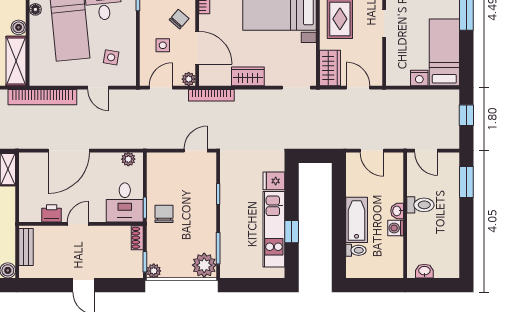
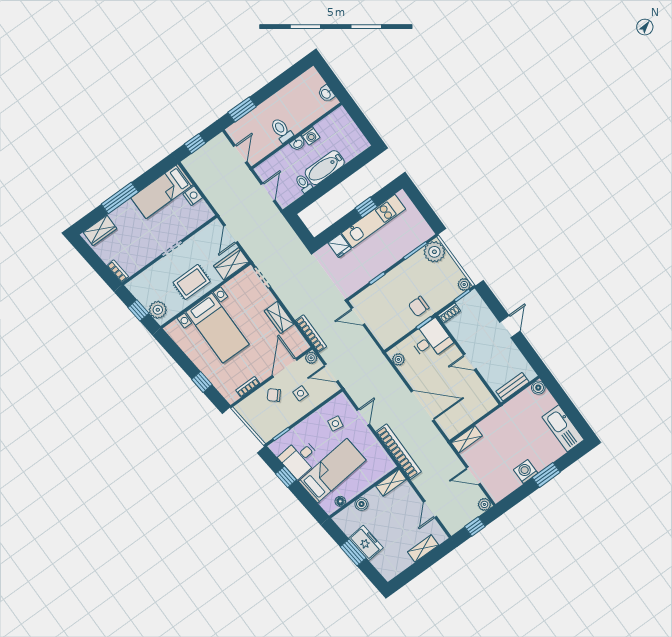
shelving: (16, 61) -> (391, 483), width x0.67, depth x0.75
printer: (52, 213) -> (476, 386), removed
toilet: (356, 250) -> (304, 184), moved

